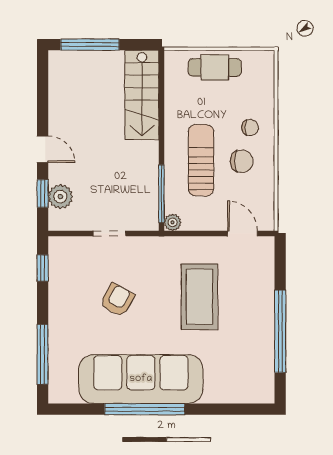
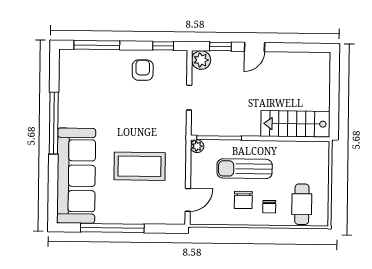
window: (90, 45) -> (334, 84), removed
cafe table: (215, 67) -> (302, 204), moved
sun lounger: (201, 160) -> (245, 169), turned 180
plant: (60, 197) -> (201, 60), moved
armchair: (117, 300) -> (143, 70), moved, turned -119
sofa: (141, 379) -> (76, 176), moved

